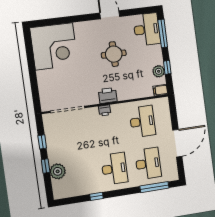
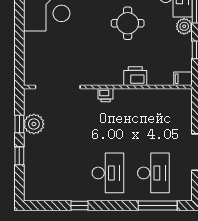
plant: (159, 71) -> (184, 26), moved
printer: (108, 95) -> (135, 76), moved
desk: (142, 122) -> (153, 117), removed
plant: (58, 171) -> (34, 124), moved

